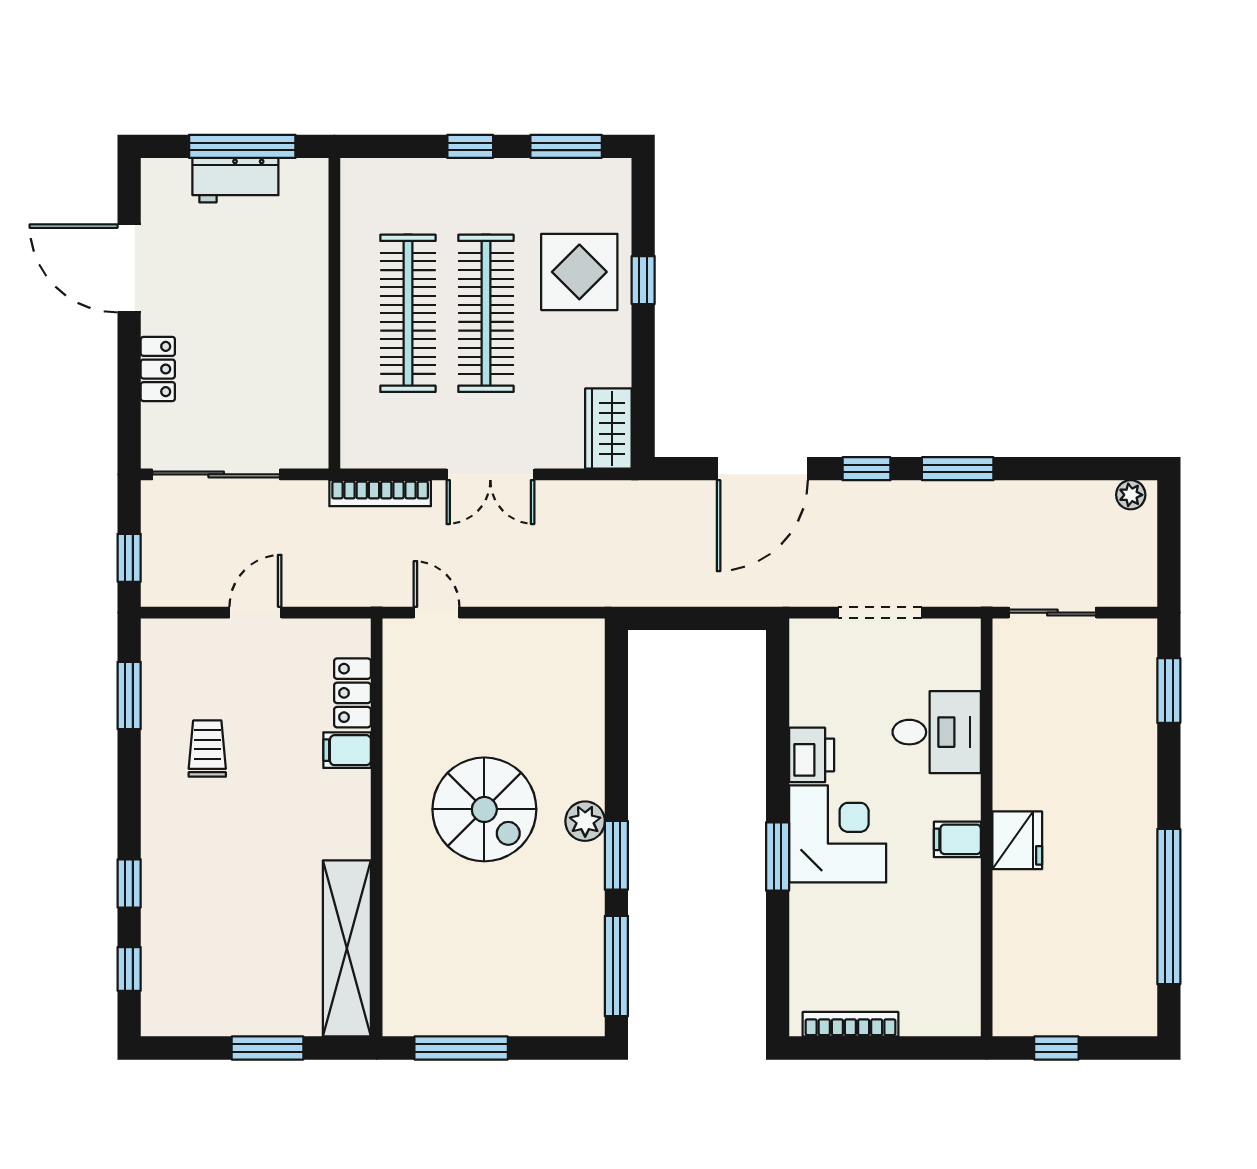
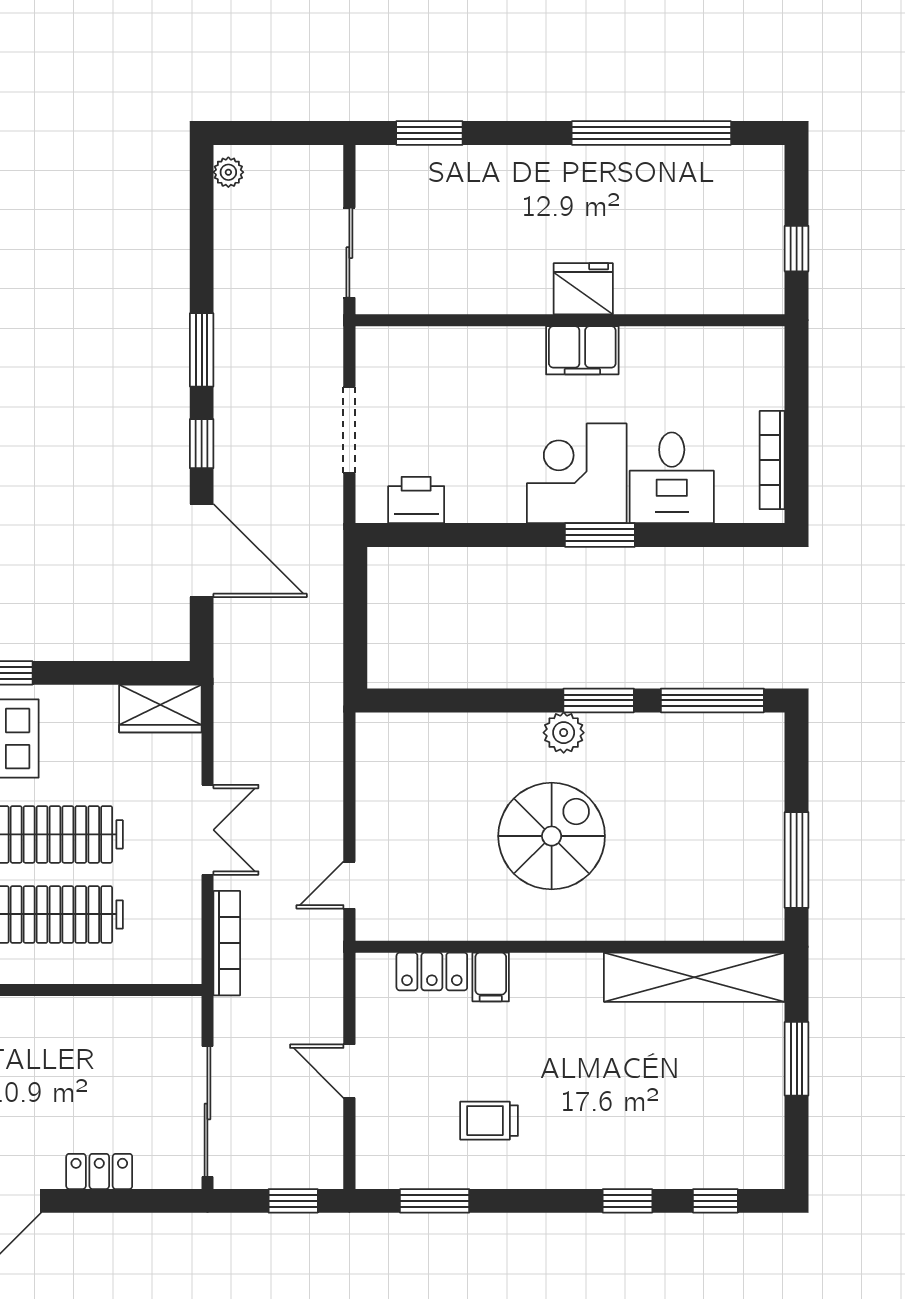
desk: (937, 732) -> (672, 478), moved, turned 180
printer: (812, 755) -> (416, 500), moved
filing cabinet: (957, 839) -> (582, 350), width x2.00

